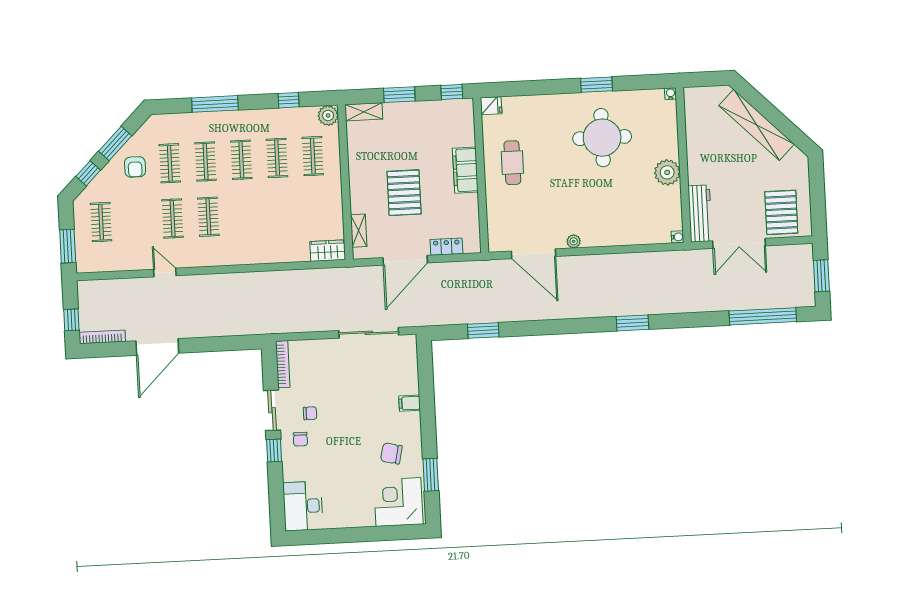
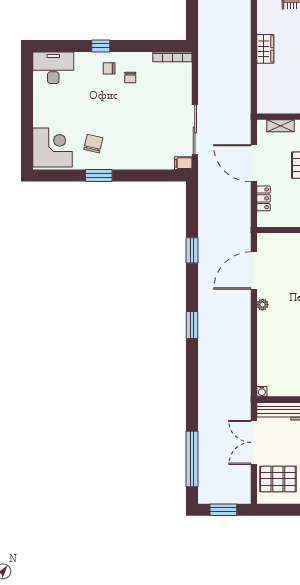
wardrobe: (328, 251) -> (265, 49), moved
window: (632, 323) -> (192, 325), moved
window: (483, 330) -> (192, 250), moved
filing cabinet: (410, 403) -> (183, 163), moved, turned -90
sliding door: (272, 410) -> (134, 46), removed
window: (431, 475) -> (99, 176), moved

